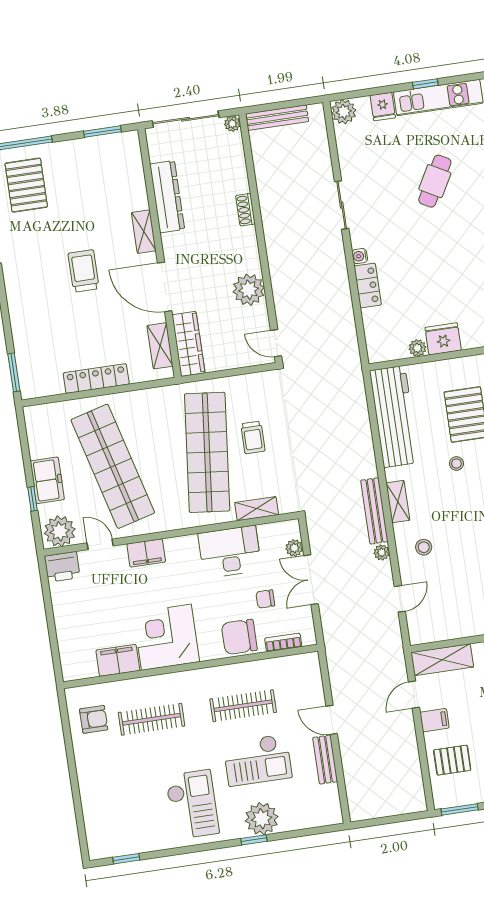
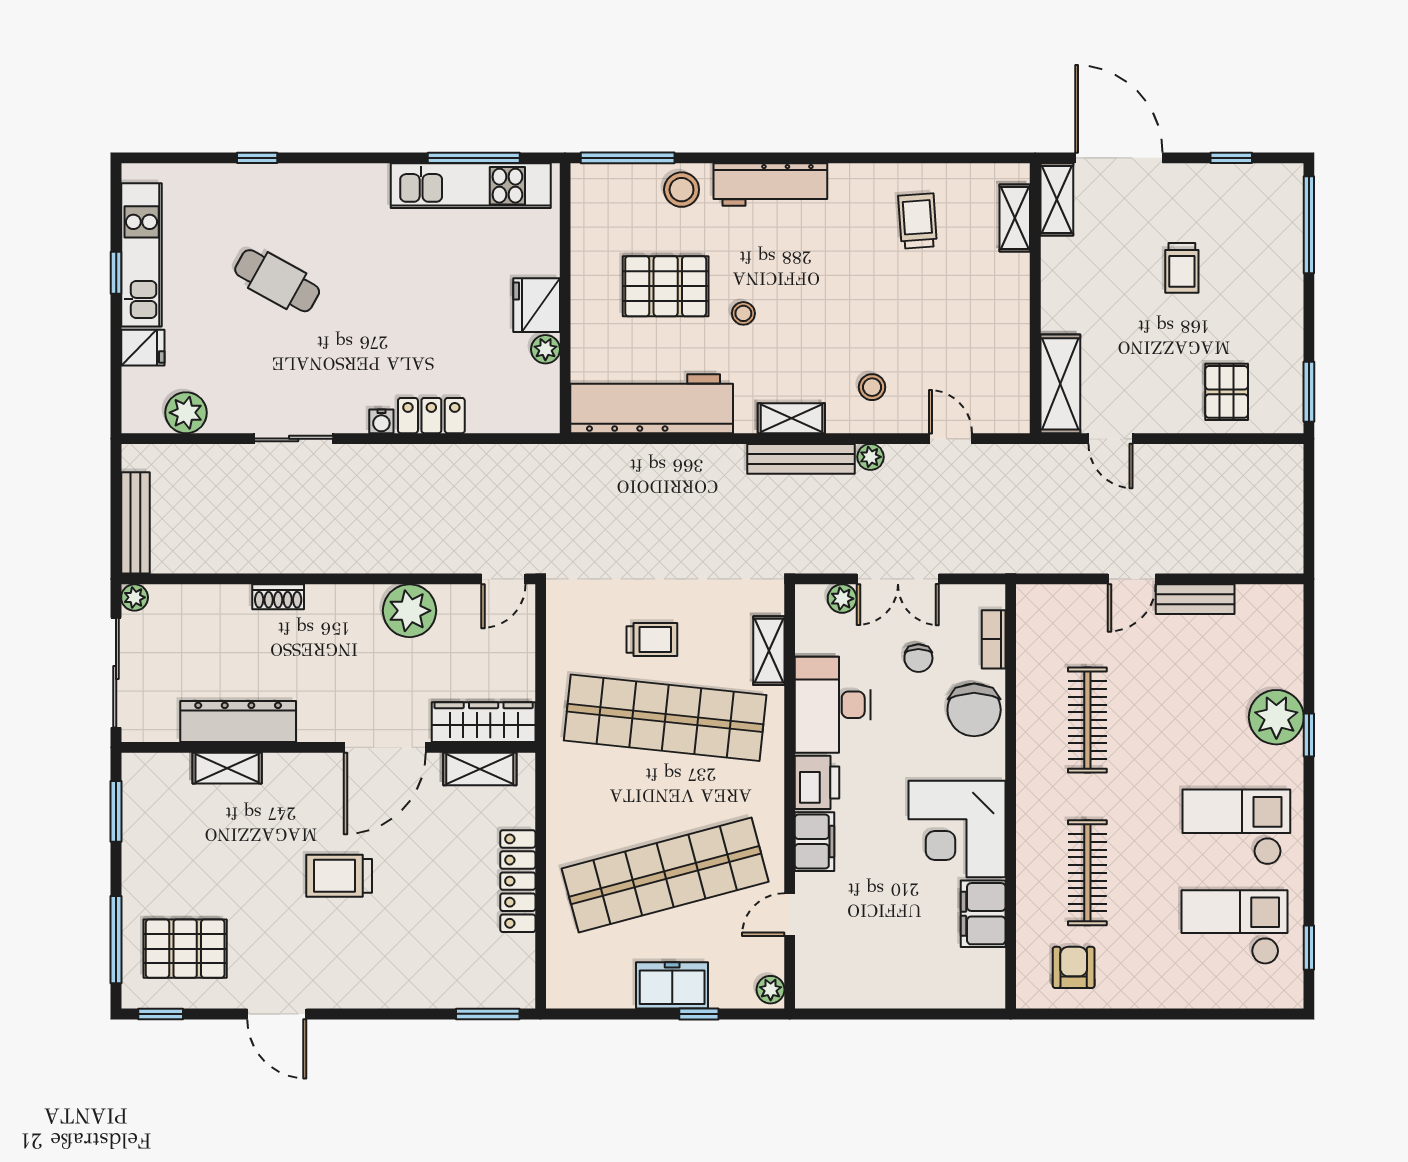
plant: (344, 112) -> (186, 413), moved
shelving: (144, 232) -> (227, 768), moved
plant: (60, 531) -> (771, 990), width x0.53, depth x0.53
printer: (62, 567) -> (817, 782), moved
filing cabinet: (434, 720) -> (1157, 411), removed
checkout: (257, 760) -> (1234, 927), moved, turned -90

